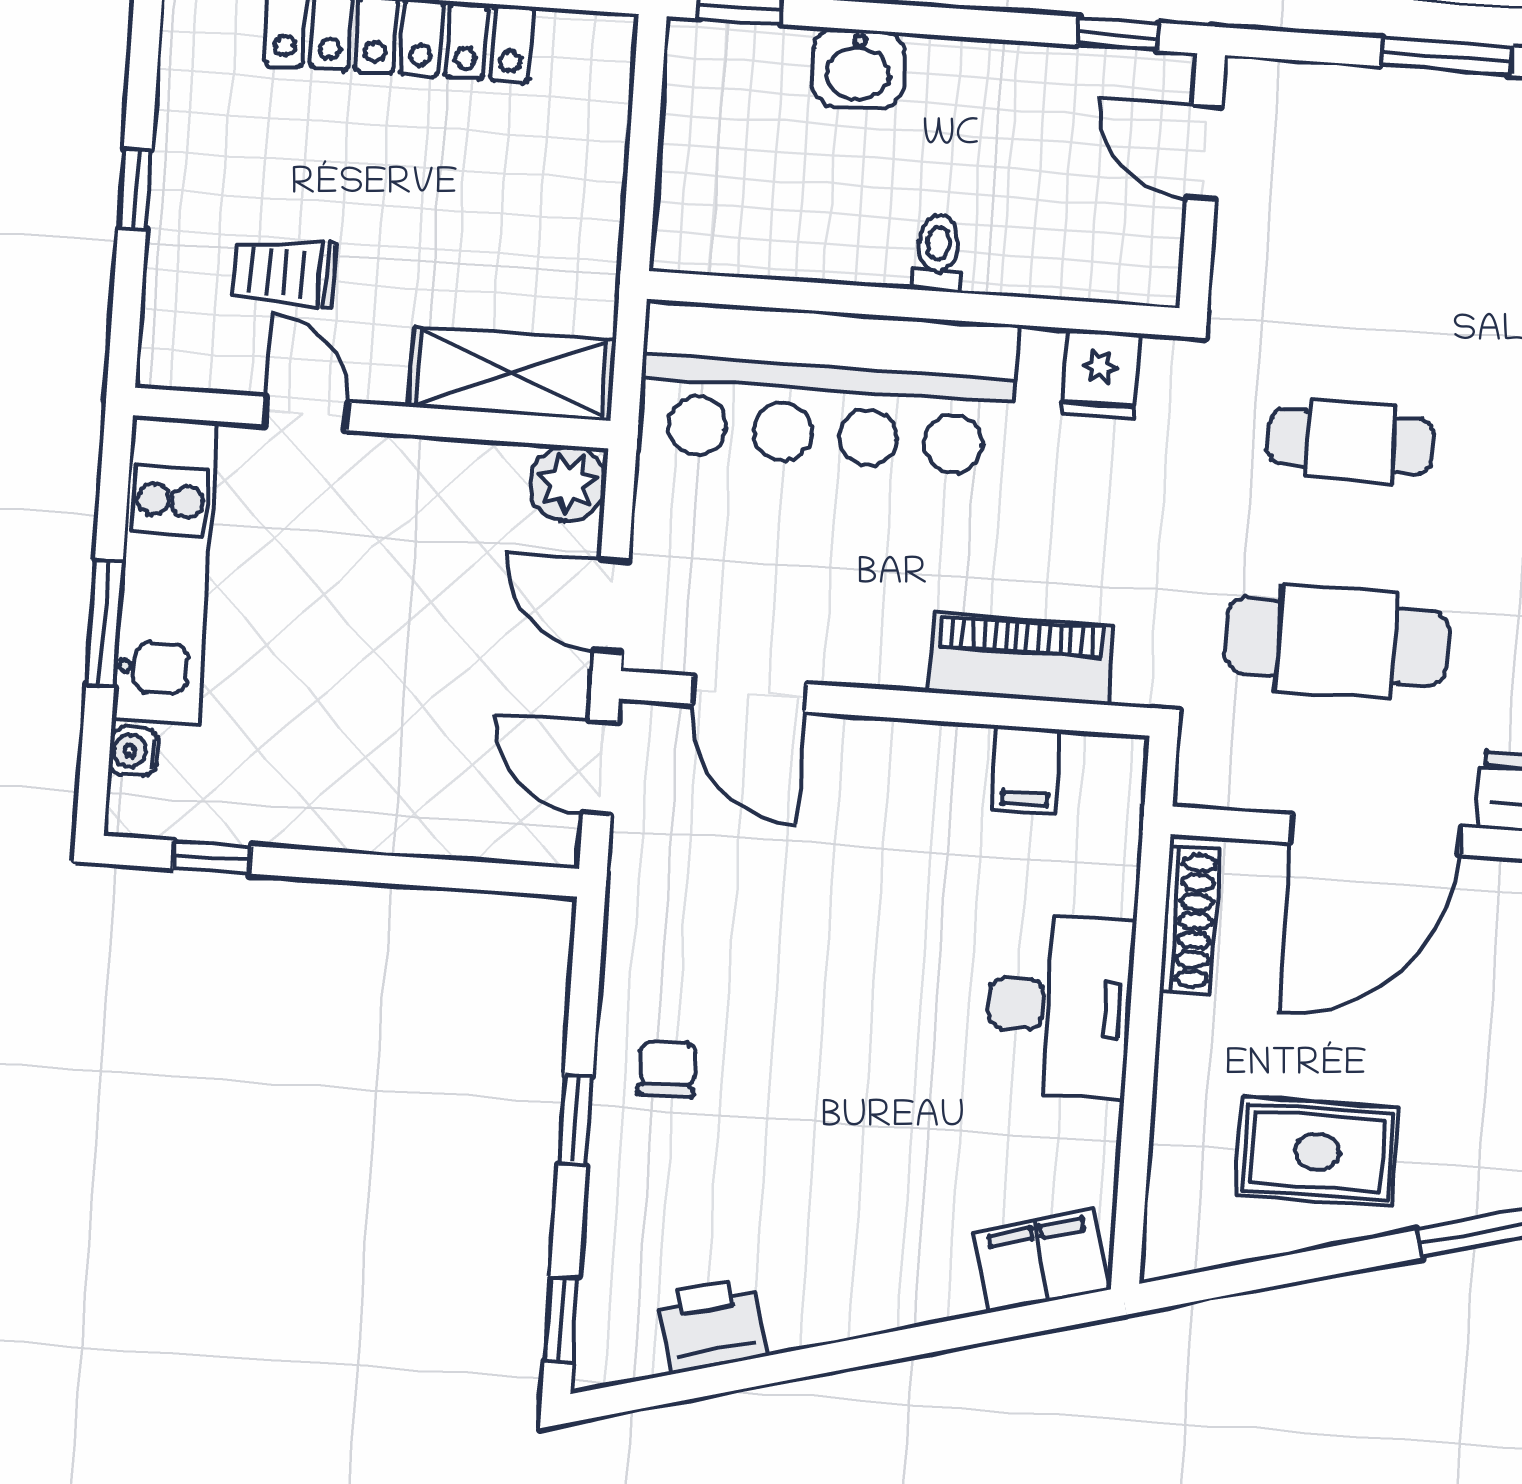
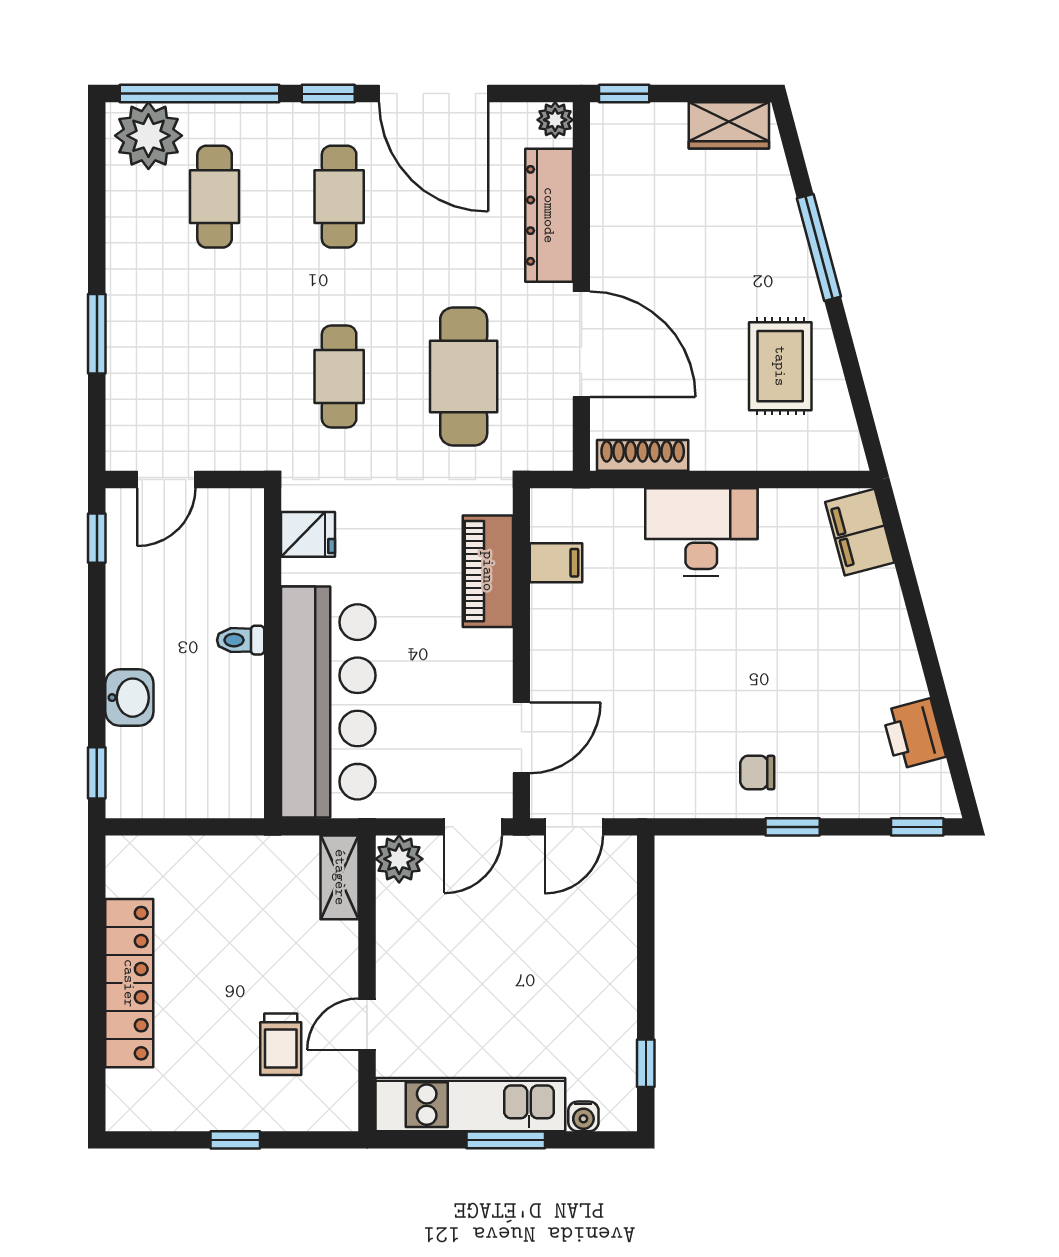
shelving: (512, 373) -> (340, 877), width x0.67, depth x0.75

